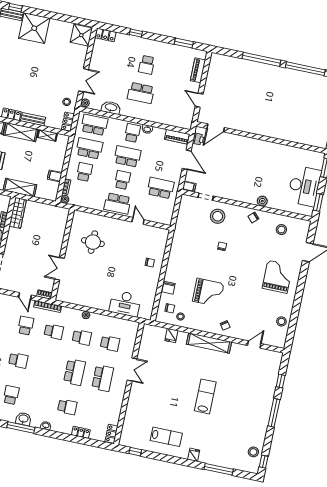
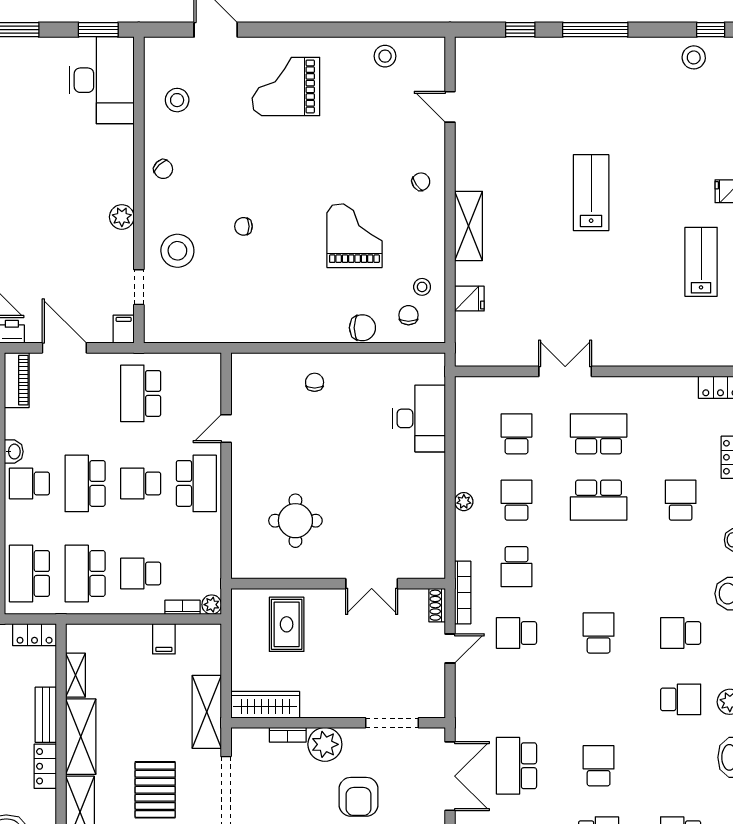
door: (187, 160) -> (64, 348), hinge flipped
desk: (304, 186) -> (102, 80), moved, turned 90
plant: (262, 201) -> (122, 217), moved
rug: (50, 229) -> (287, 624), added
school desk: (54, 332) -> (516, 567), turned 180
shelving: (209, 343) -> (469, 226), width x0.68
school desk: (75, 372) -> (599, 500), turned 180
lab bench: (205, 396) -> (591, 193), turned 90

